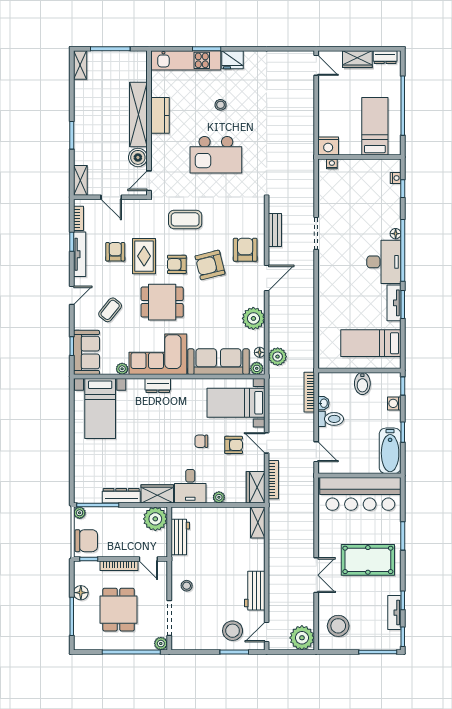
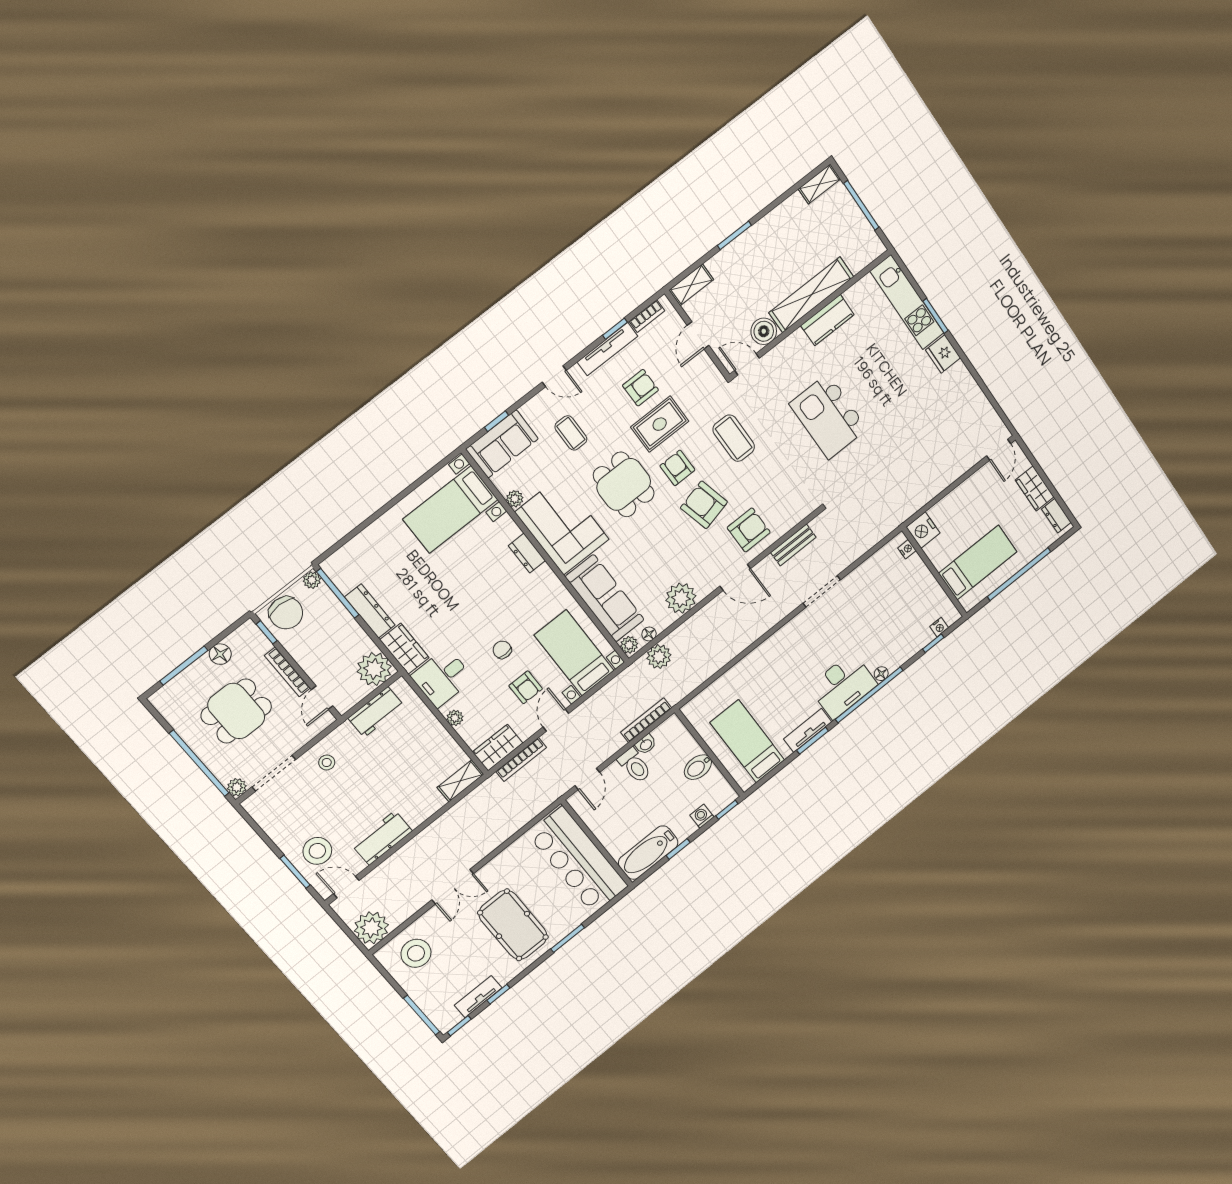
stool: (221, 105) -> (886, 379), removed
coffee table: (110, 310) -> (571, 433), turned 51

